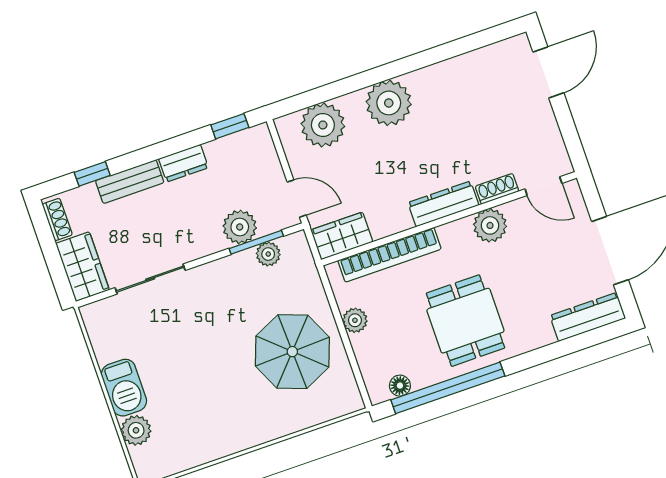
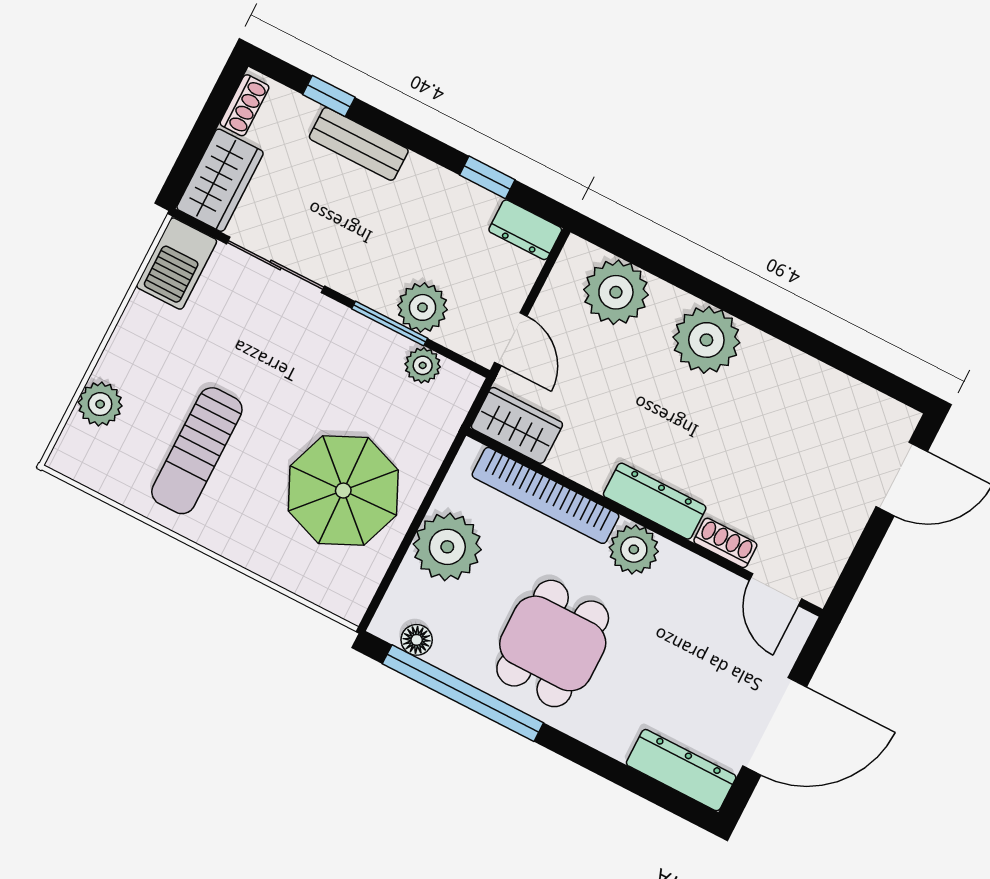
window: (230, 126) -> (487, 177), moved
dresser: (183, 163) -> (525, 230), moved
plant: (490, 225) -> (634, 549), moved
window: (256, 242) -> (390, 323), moved
plant: (355, 320) -> (447, 547), width x1.87, depth x1.87
barbecue: (124, 388) -> (177, 264), moved
sun lounger: (204, 405) -> (197, 451), added

